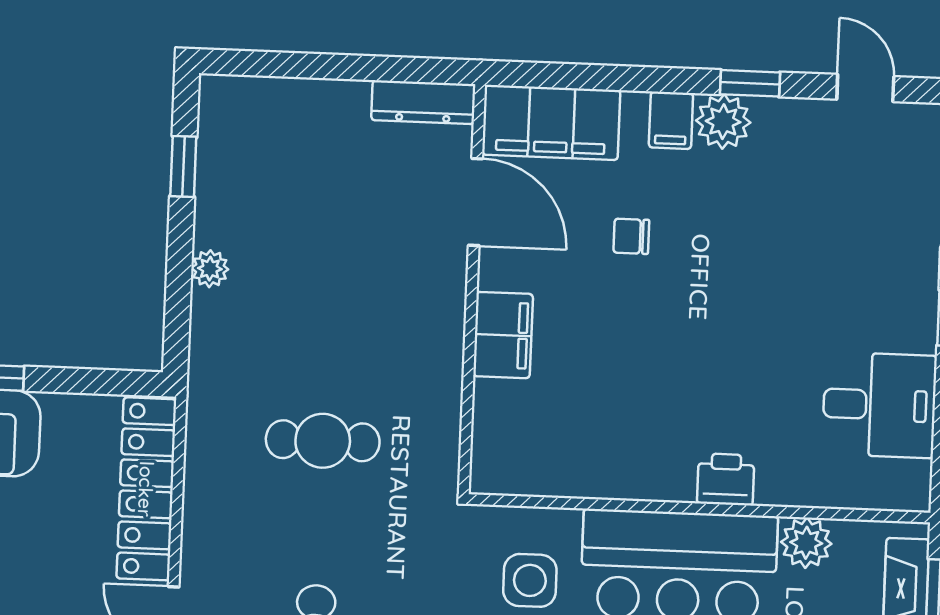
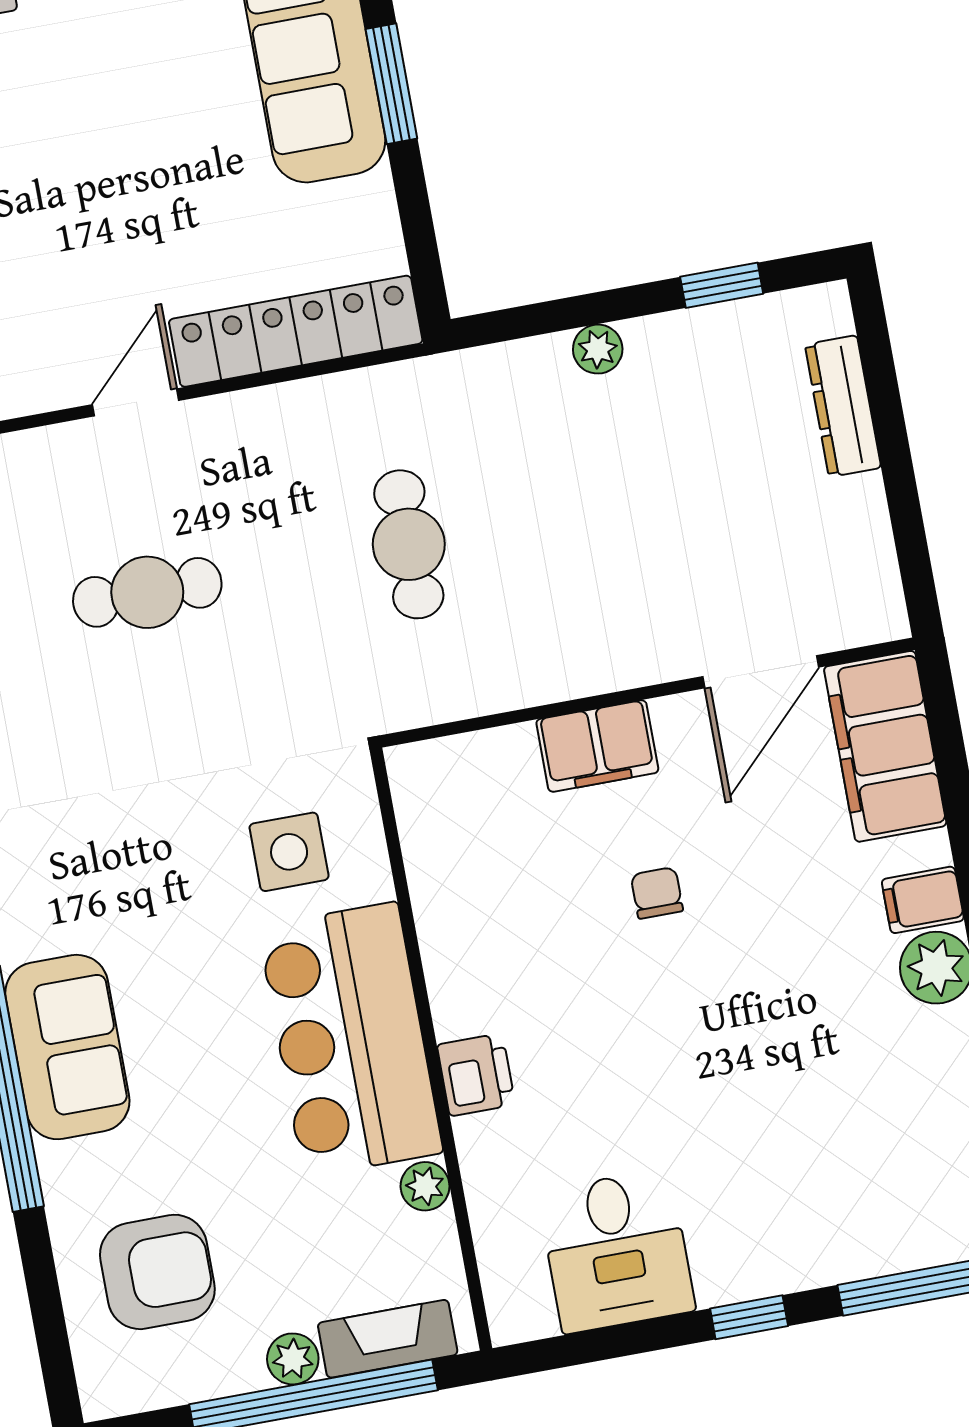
dresser: (423, 102) -> (843, 406), moved
chair: (631, 236) -> (657, 893), moved
plant: (806, 543) -> (425, 1186), width x0.73, depth x0.73

